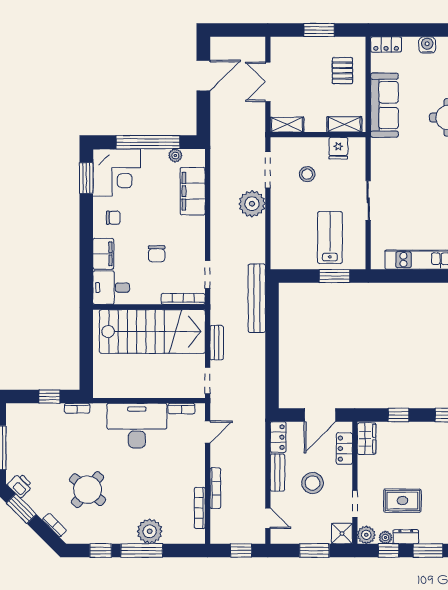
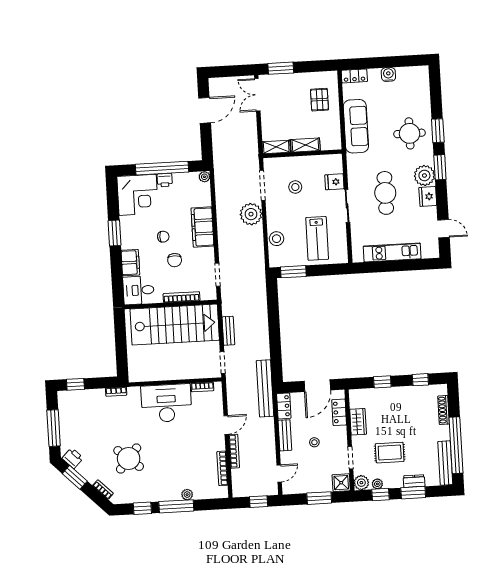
window: (319, 30) -> (281, 68), moved
double door: (268, 82) -> (257, 95), moved
shelving: (344, 124) -> (305, 145), moved
fridge: (338, 148) -> (334, 182), moved, turned 90
plant: (175, 155) -> (204, 177), moved
printer: (150, 157) -> (165, 180), added
window: (86, 178) -> (115, 233), moved
cafe table: (415, 188) -> (385, 193), added
filing cabinet: (193, 191) -> (203, 227), moved
chair: (113, 218) -> (163, 237), moved
stool: (281, 235) -> (277, 239), added
lab bench: (330, 238) -> (317, 238), turned 180
window: (335, 276) -> (293, 272), moved
bench: (257, 298) -> (265, 388), moved
bookcase: (183, 299) -> (182, 297), moved
window: (49, 397) -> (75, 384), moved
door: (208, 432) -> (226, 425), moved
wardrobe: (367, 439) -> (358, 422), moved
stool: (313, 483) -> (314, 442), width x0.53, depth x0.53
door: (268, 518) -> (279, 473), hinge flipped
plant: (150, 531) -> (187, 495), width x0.53, depth x0.53
dresser: (406, 537) -> (414, 481), moved

